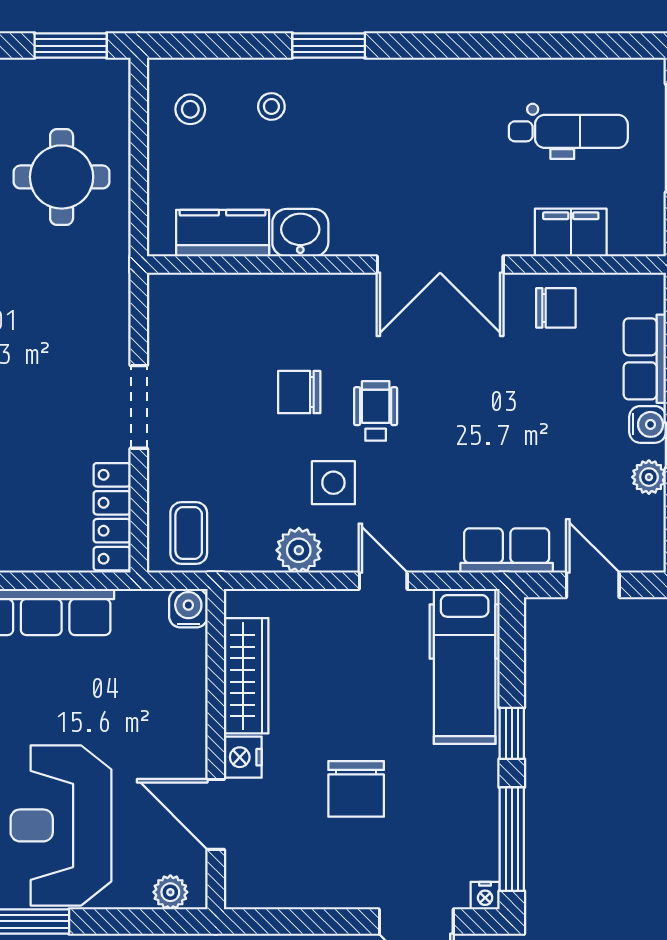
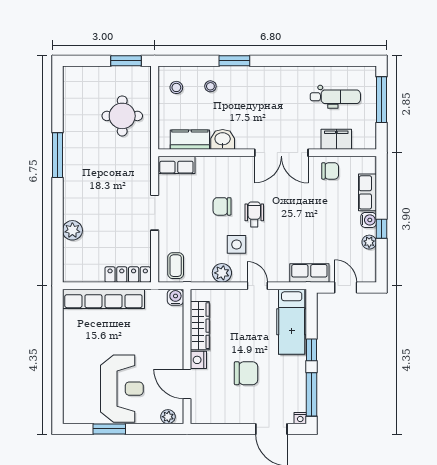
row of seats: (191, 294) -> (176, 165), added
locker: (112, 517) -> (128, 275), moved, turned 90
chair: (356, 789) -> (246, 373), turned -90
reception desk: (61, 825) -> (122, 389), turned 180

